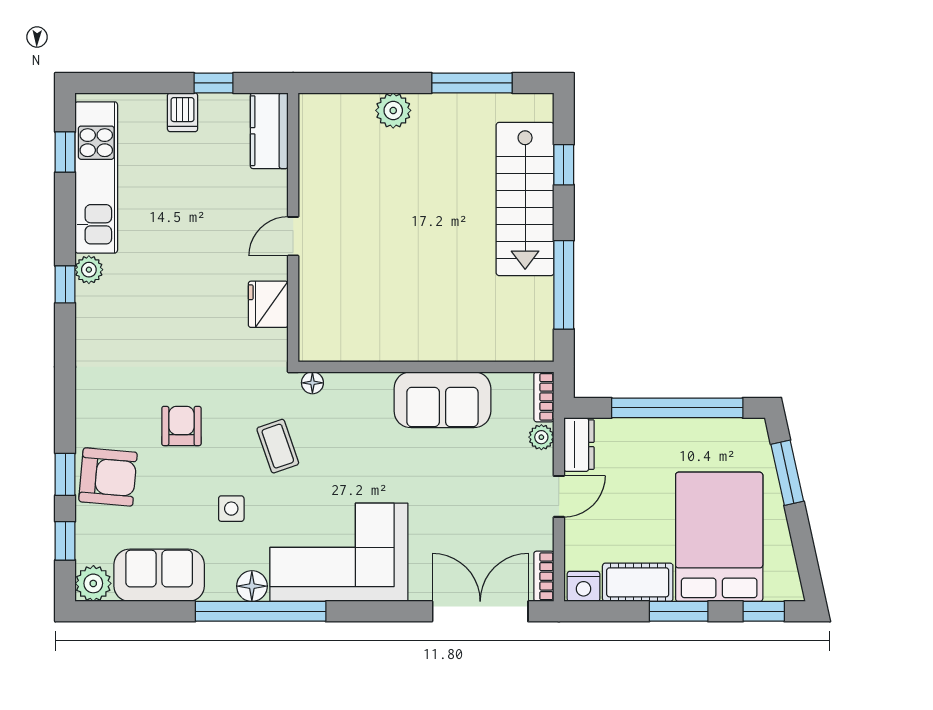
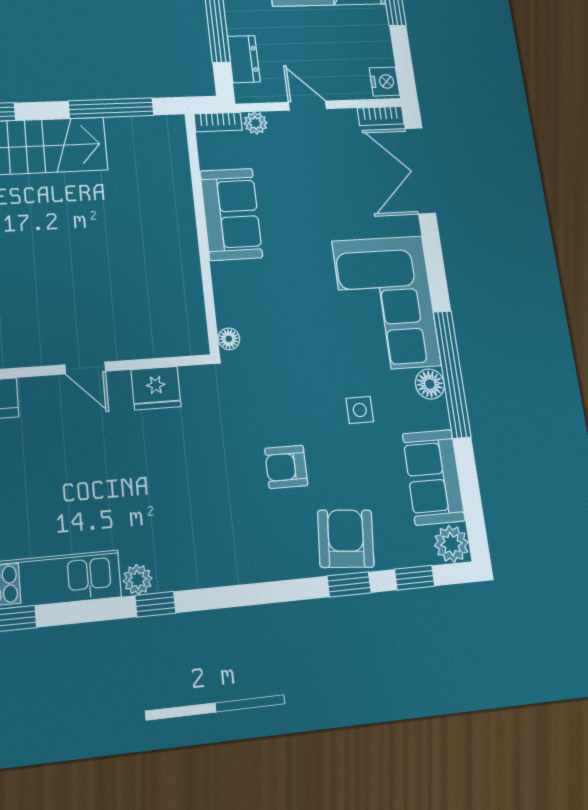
dresser: (579, 445) -> (244, 59), moved, turned 90
coffee table: (278, 446) -> (294, 369), removed
cot: (638, 582) -> (374, 36), removed

